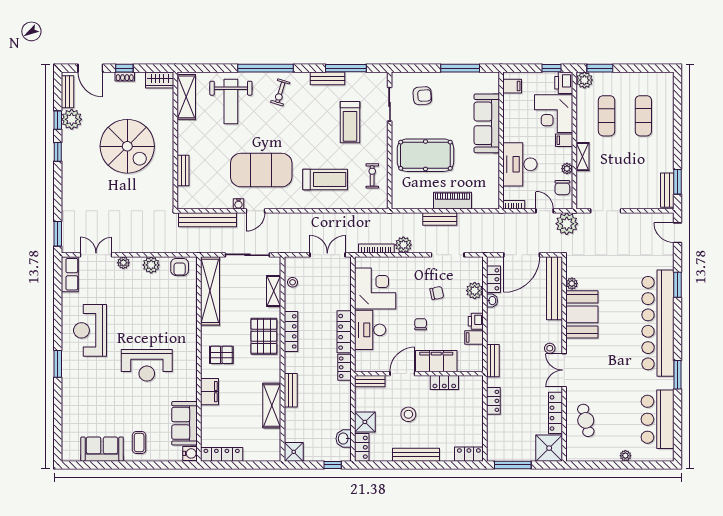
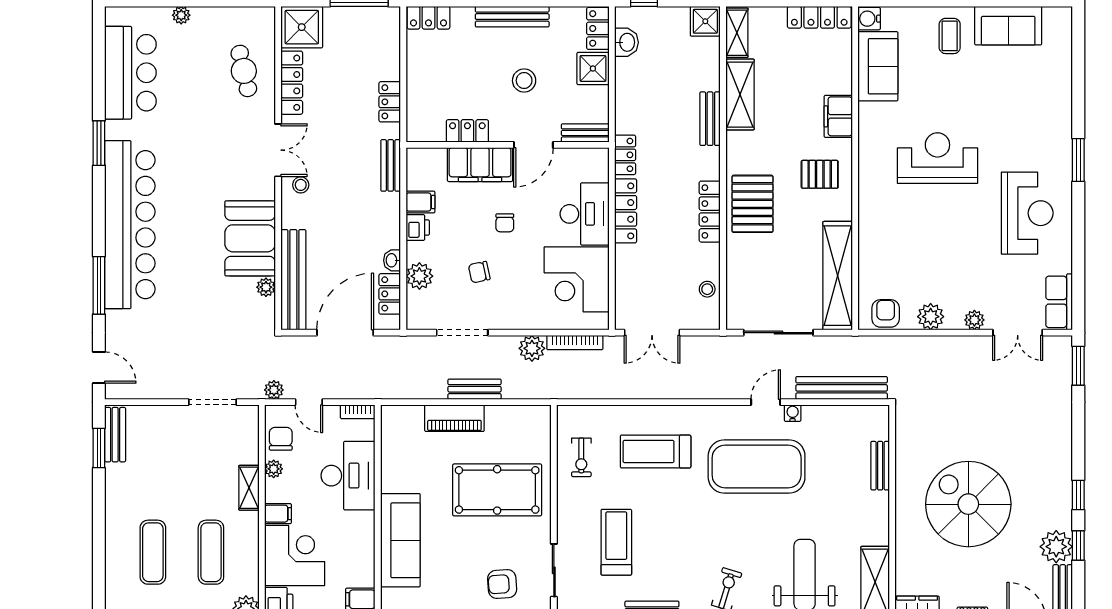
plant: (567, 224) -> (274, 390), width x0.53, depth x0.53
window: (677, 285) -> (99, 285), width x1.44
shelving: (274, 291) -> (737, 33), moved

